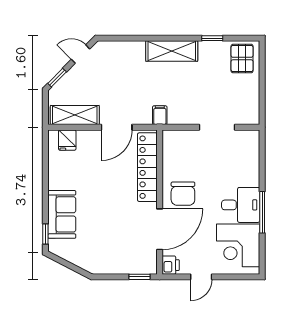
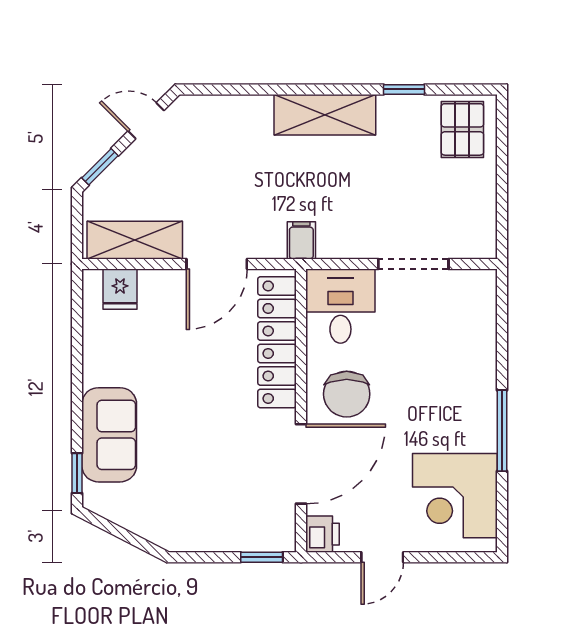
desk: (241, 205) -> (340, 306), moved, turned -90

